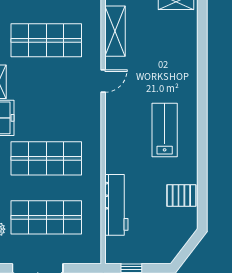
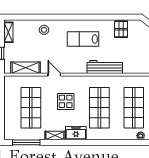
stool: (180, 63) -> (44, 30), added
display table: (57, 100) -> (66, 101), added
workbench: (116, 205) -> (105, 67), moved

